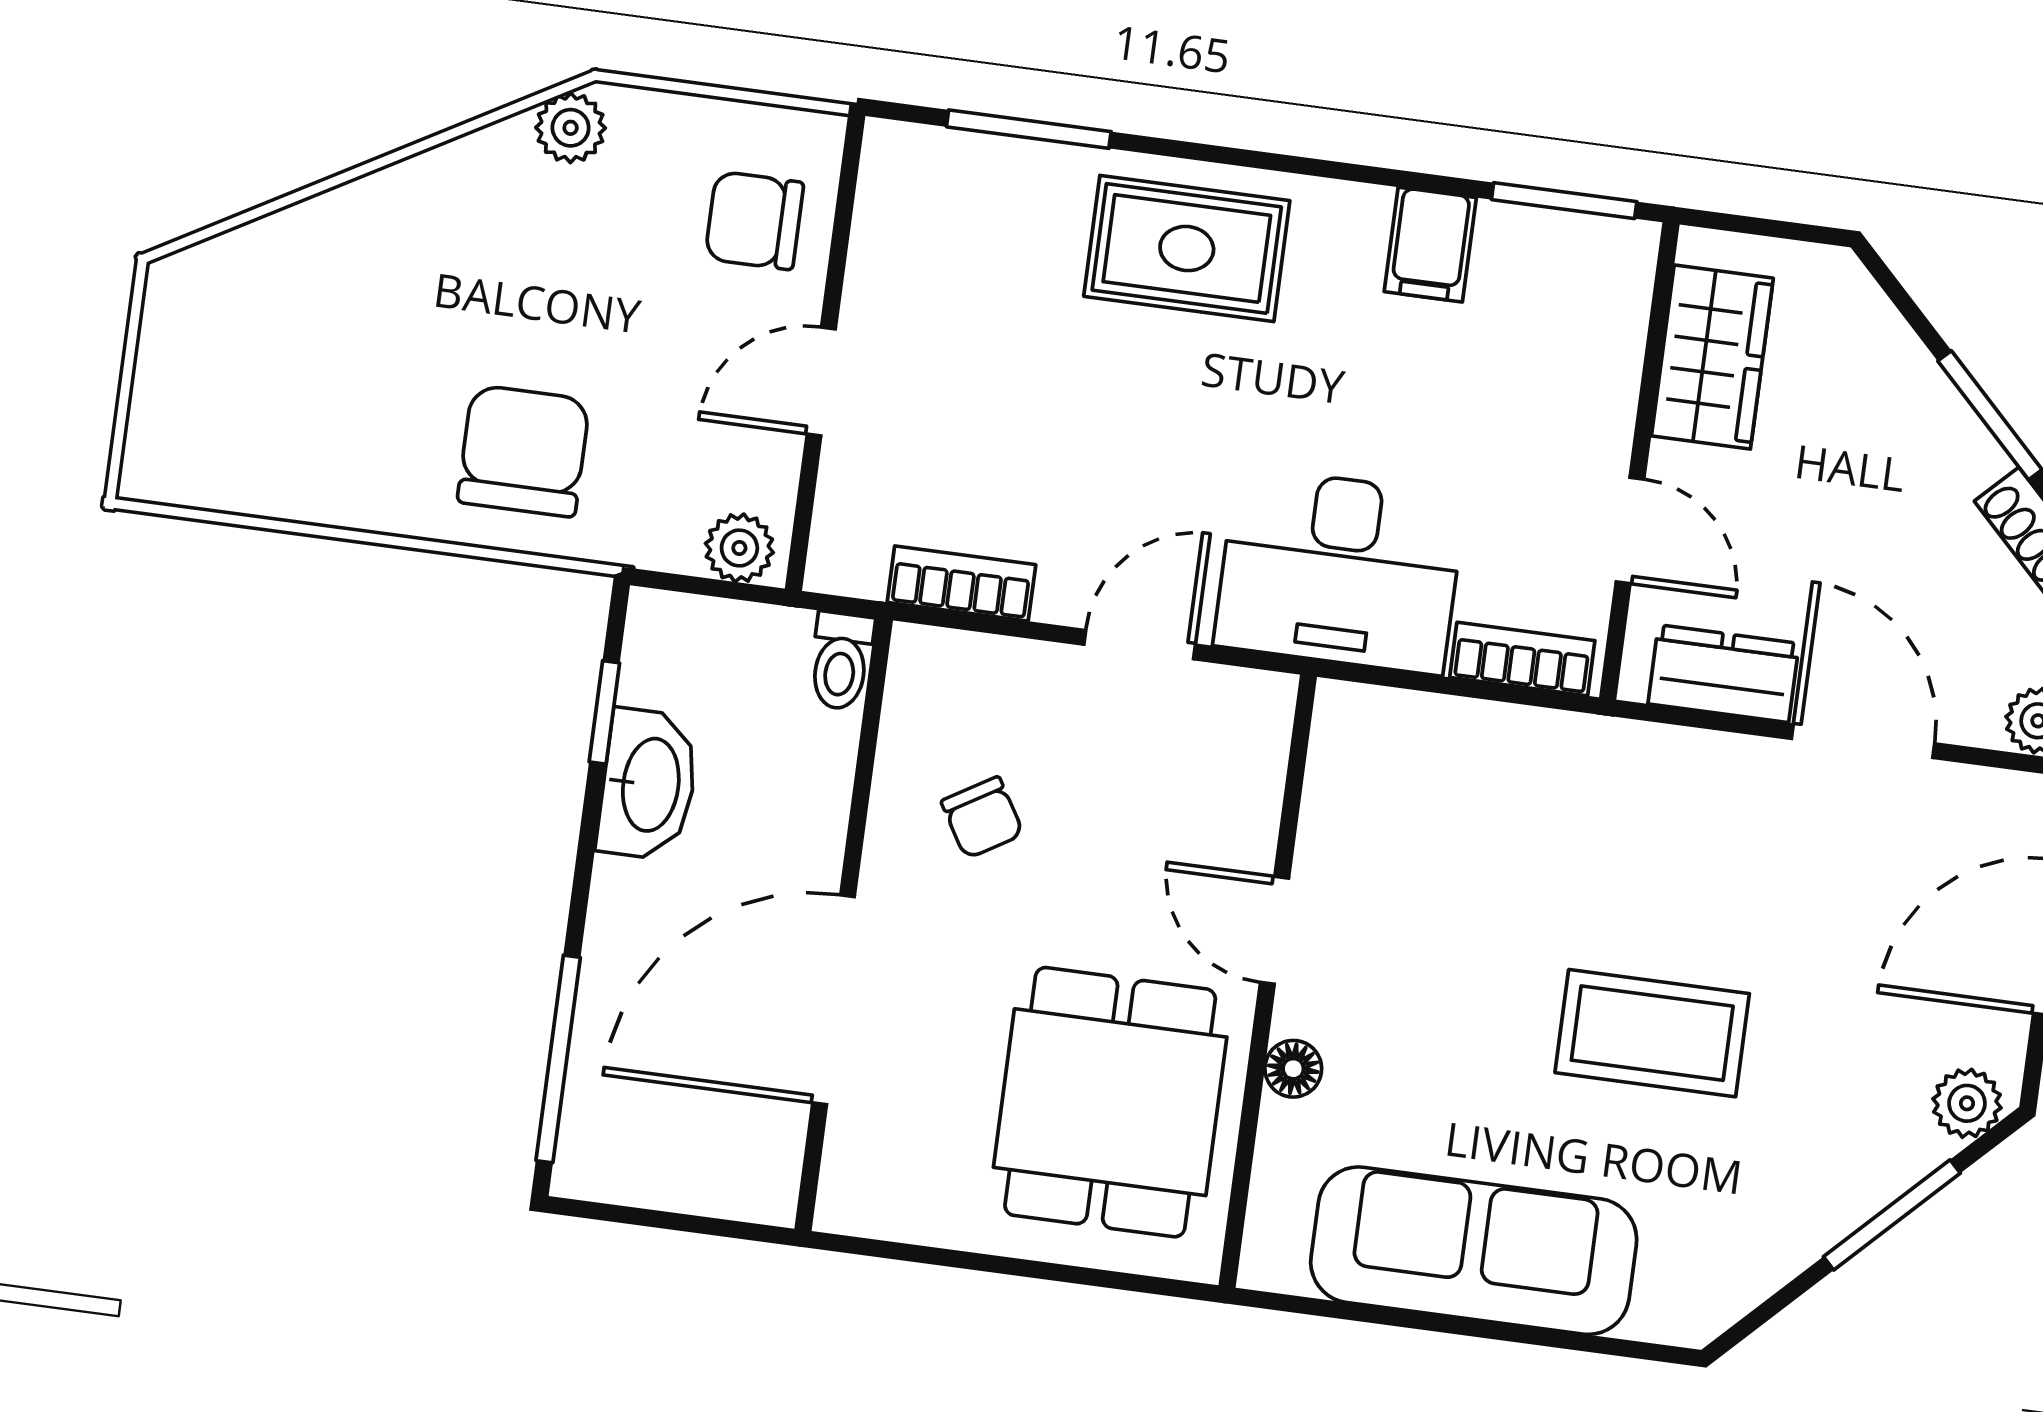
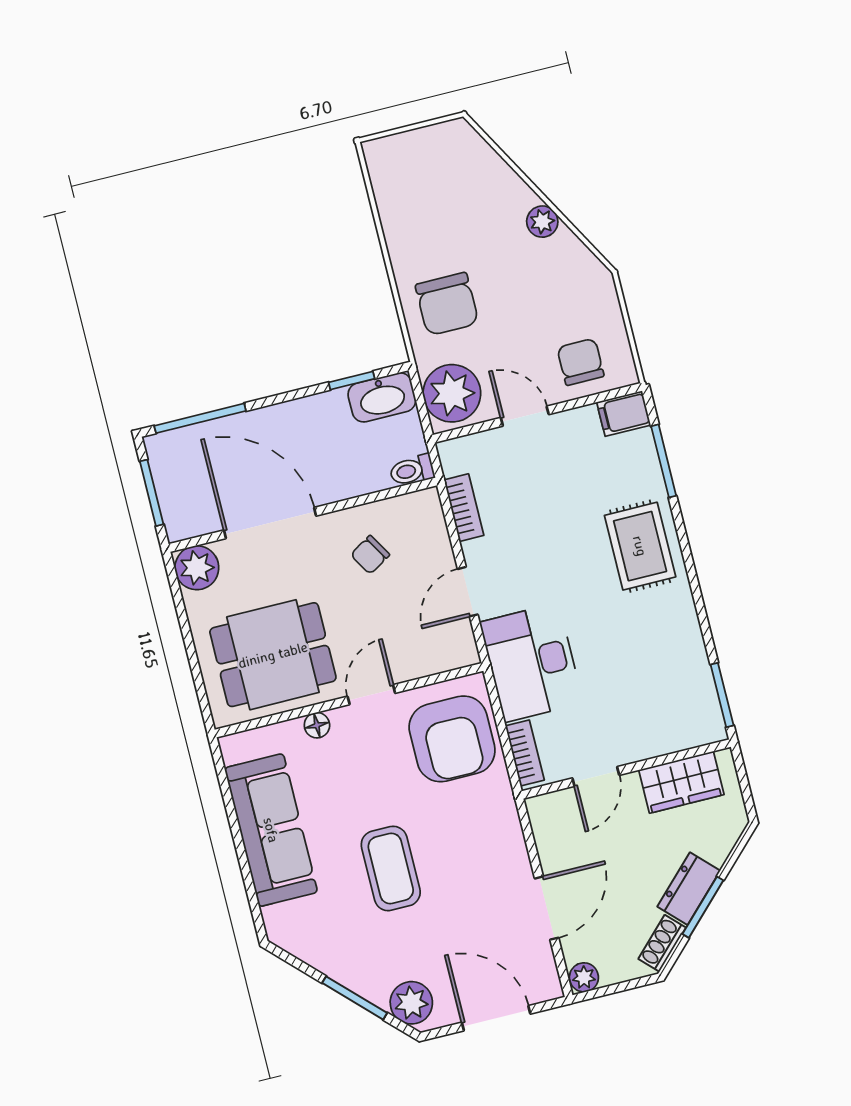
plant: (571, 128) -> (542, 222), moved
filing cabinet: (1430, 245) -> (624, 414), moved
chair: (524, 451) -> (447, 304), turned 90
plant: (739, 548) -> (452, 393), width x1.88, depth x1.88
door: (1140, 645) -> (468, 592), swing flipped
dresser: (1724, 674) -> (689, 889), moved, turned -135
washbasin: (648, 784) -> (382, 397), moved
armchair: (1433, 799) -> (452, 739), added
plant: (1967, 1103) -> (411, 1003), width x1.38, depth x1.38
plant: (867, 1189) -> (197, 568), added
window: (673, 1221) -> (152, 493), added

